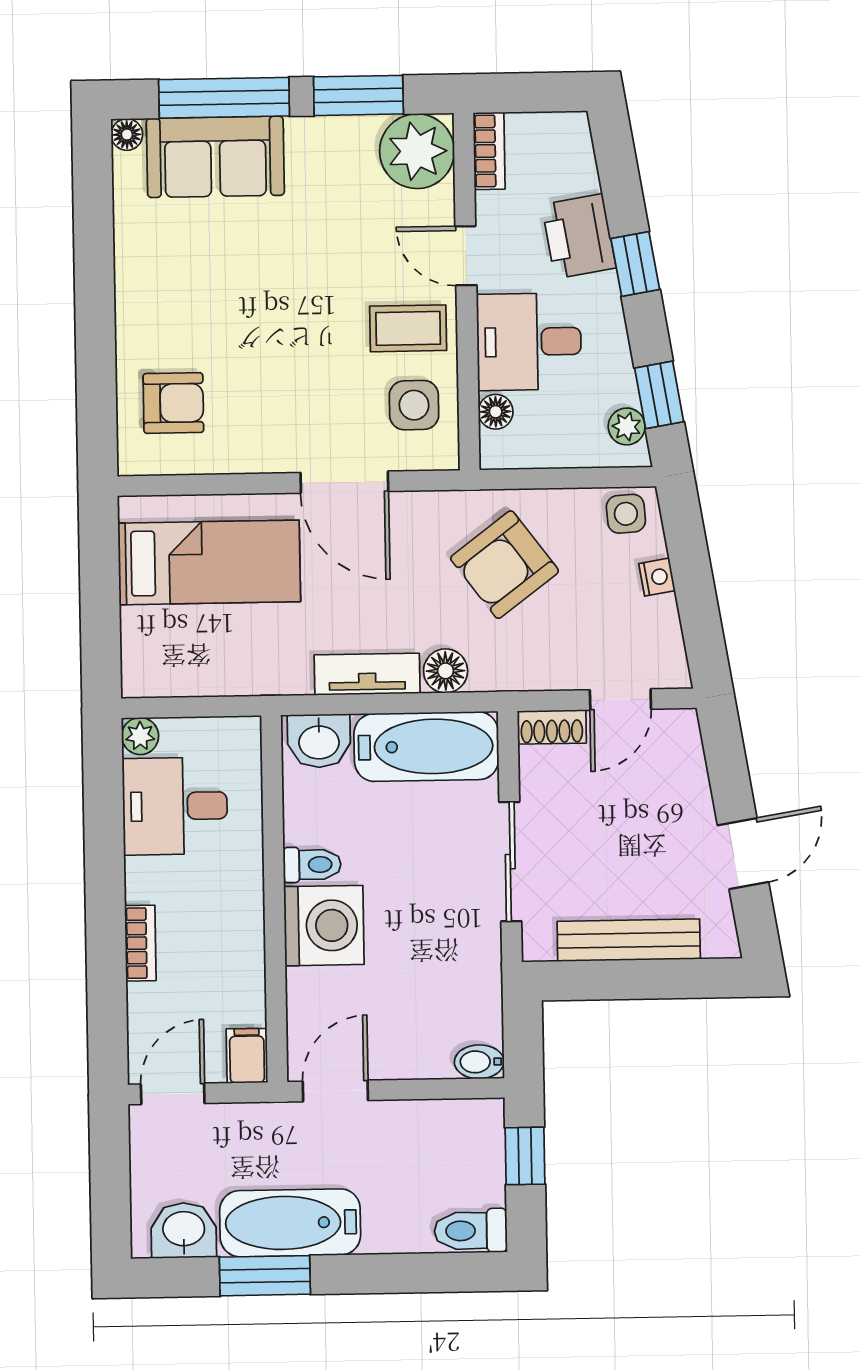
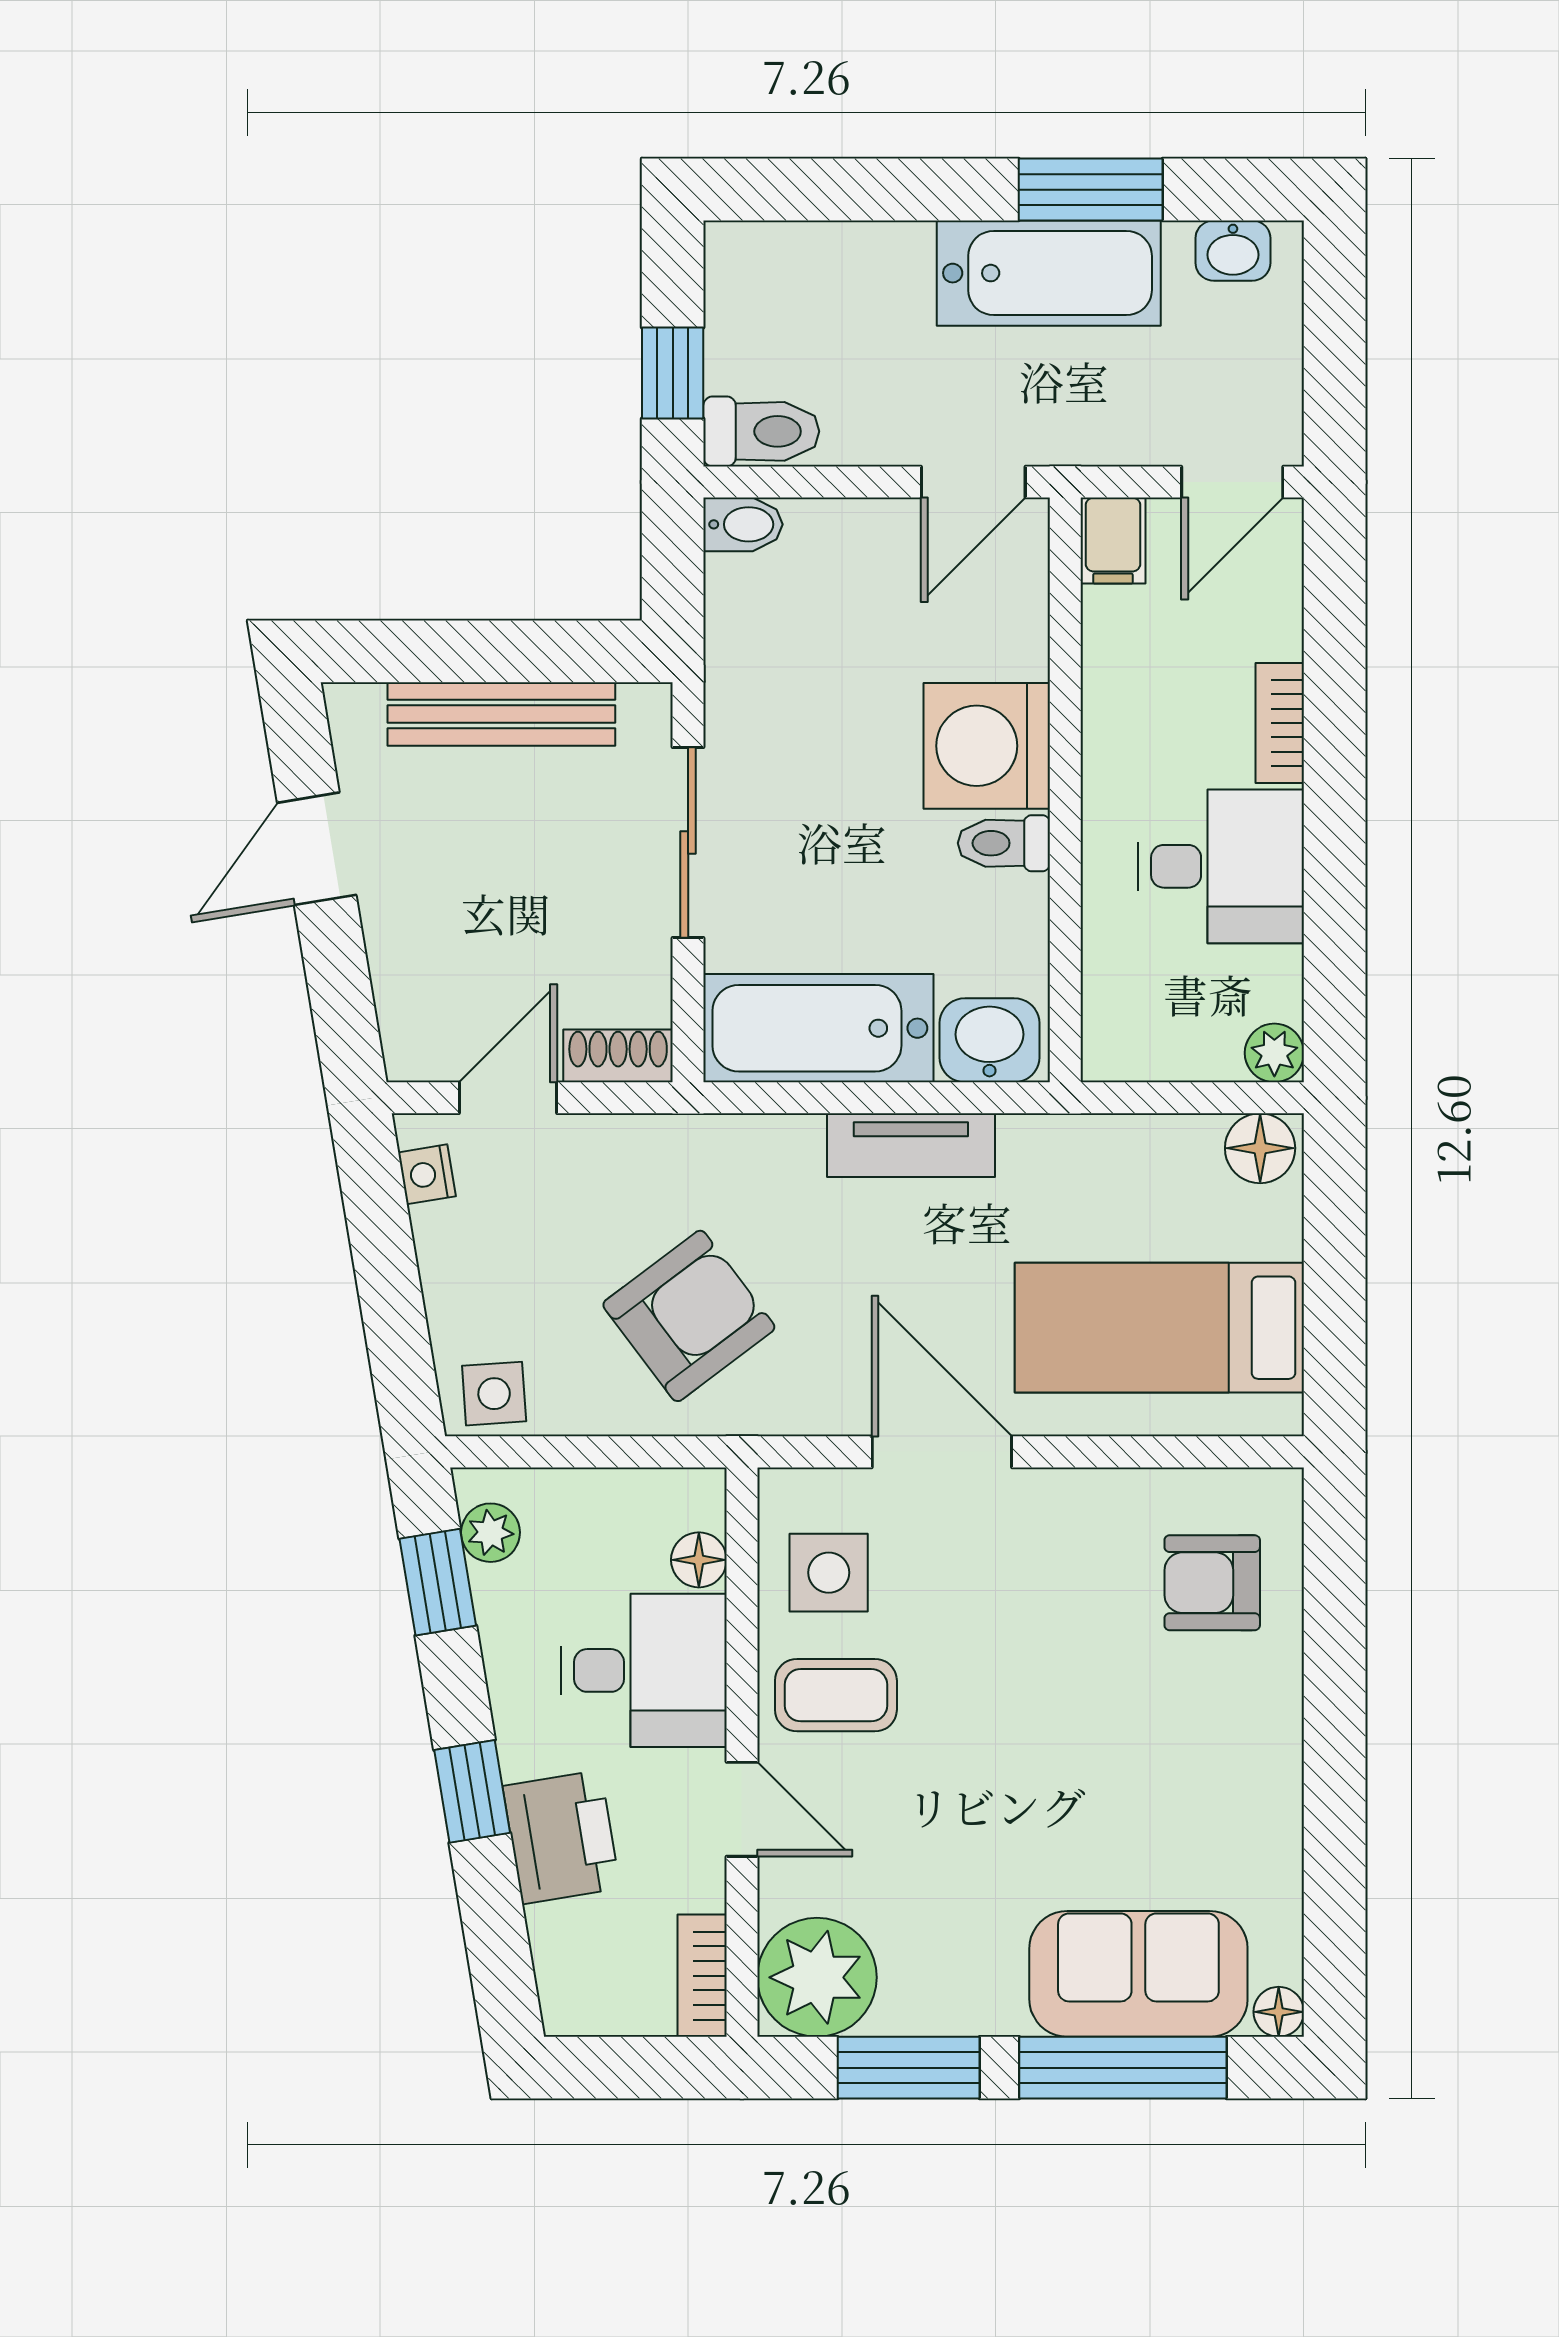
nightstand: (657, 577) -> (427, 1174), moved
floor lamp: (446, 671) -> (1260, 1148), moved
desk: (175, 806) -> (1221, 866), moved
washbasin: (184, 1230) -> (1233, 251), width x0.72, depth x0.69
toilet: (471, 1231) -> (761, 431), moved

